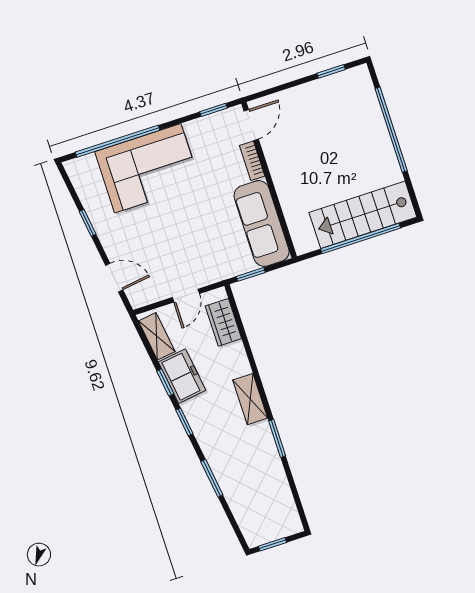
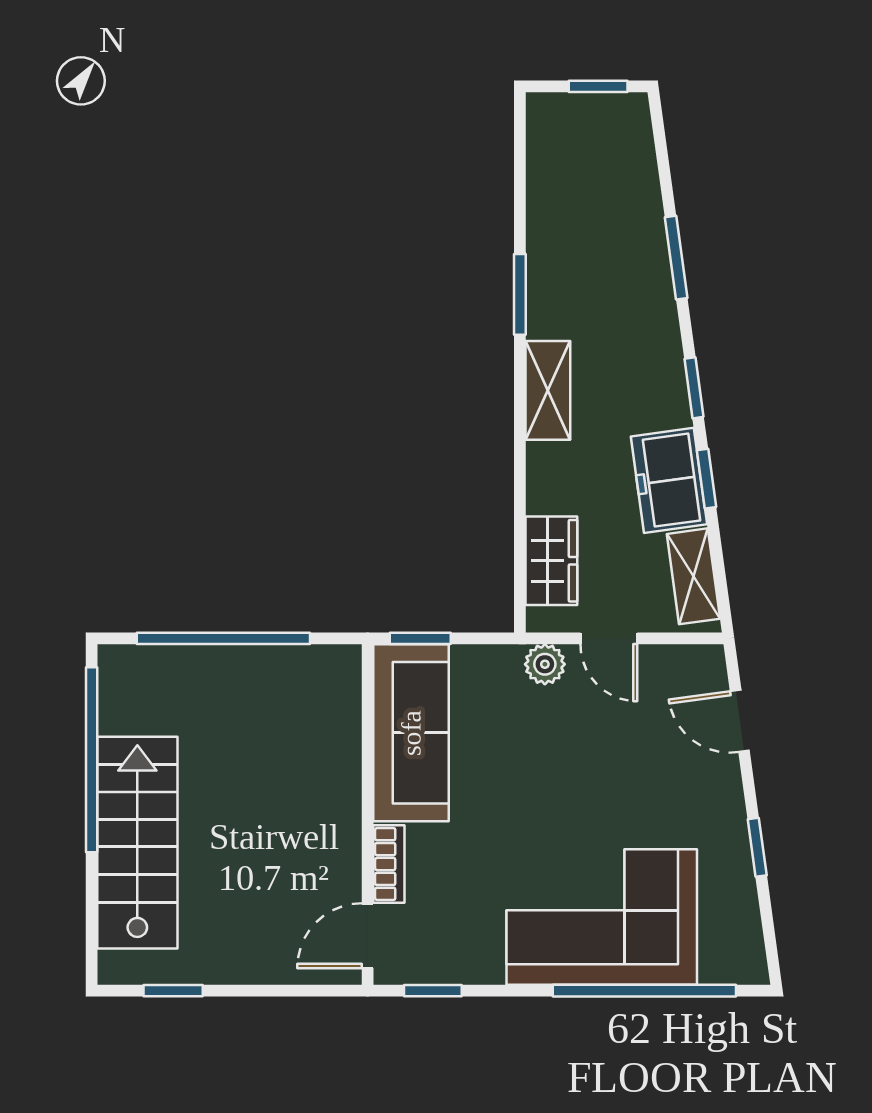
window: (391, 130) -> (92, 760), moved
stairs: (363, 215) -> (137, 843), moved, turned -90
plant: (211, 274) -> (545, 664), added
window: (251, 274) -> (420, 638), moved
door: (186, 296) -> (609, 638), swing flipped

